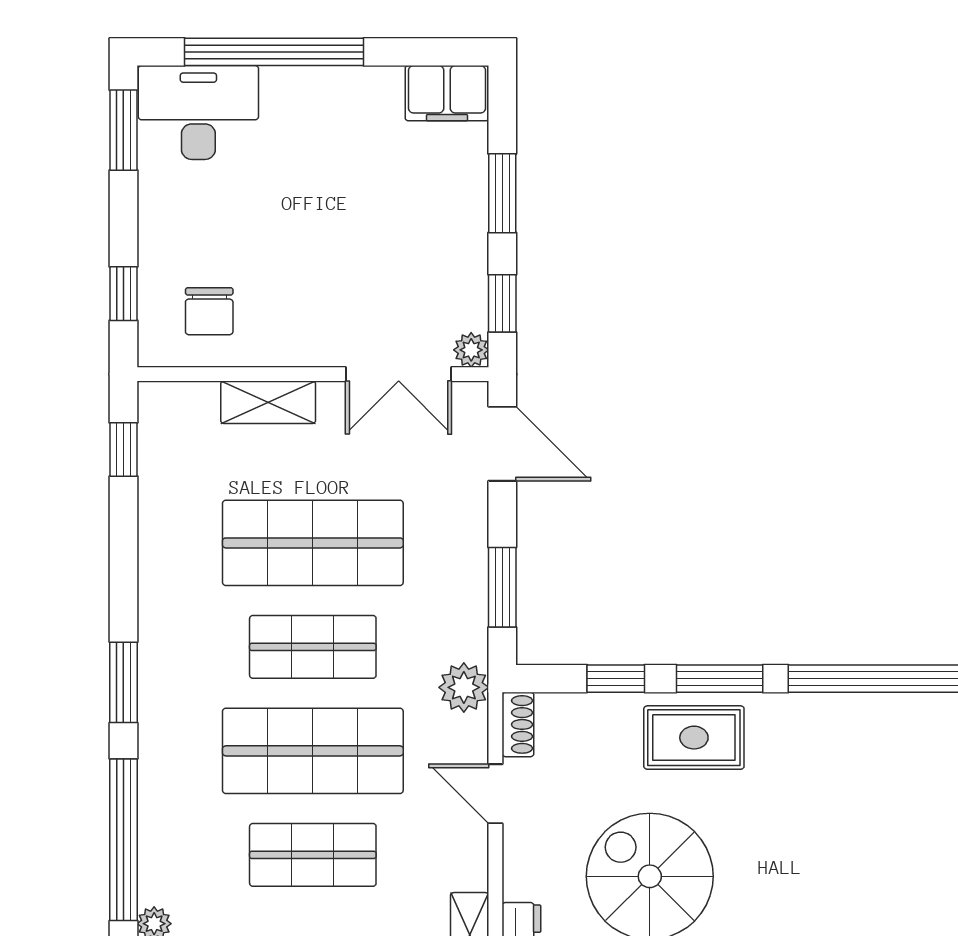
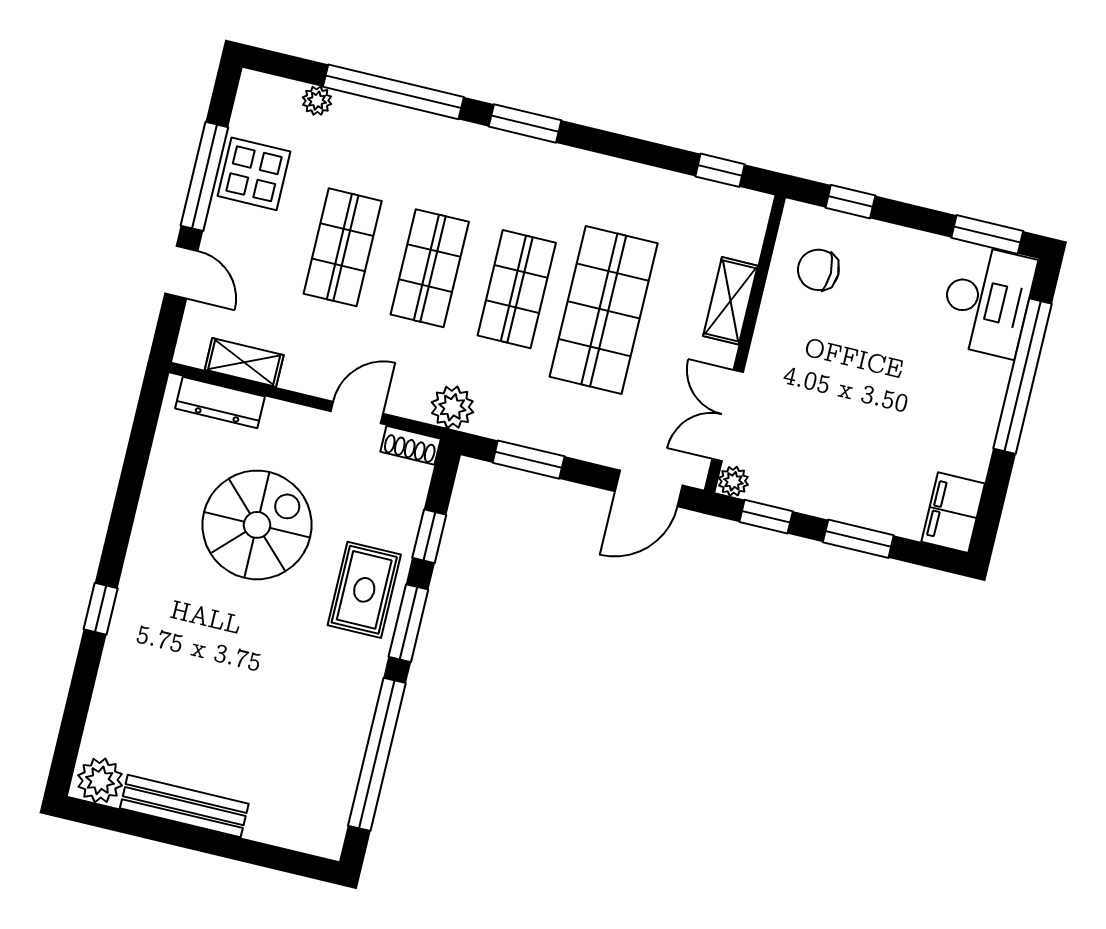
shop shelf: (313, 751) -> (430, 268), width x0.70, depth x0.74

